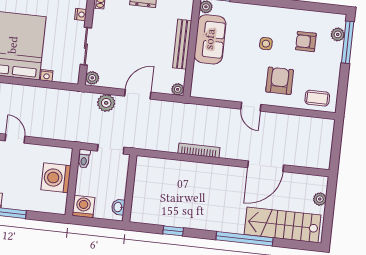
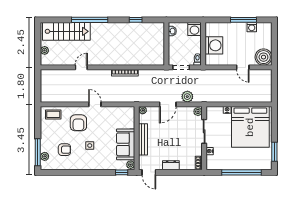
door: (266, 166) -> (81, 67), width x0.53

